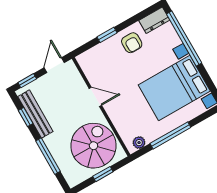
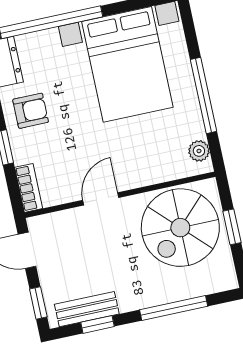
bookcase: (89, 55) -> (29, 188), added
bench: (35, 114) -> (87, 309), width x0.73
spiral stairs: (94, 146) -> (180, 228), turned -90

